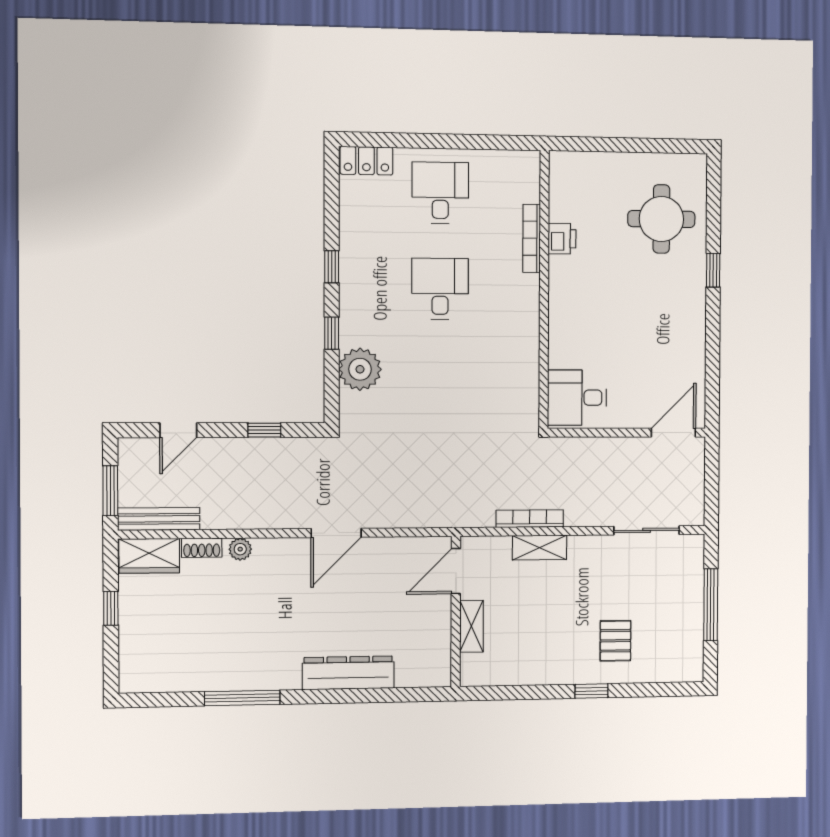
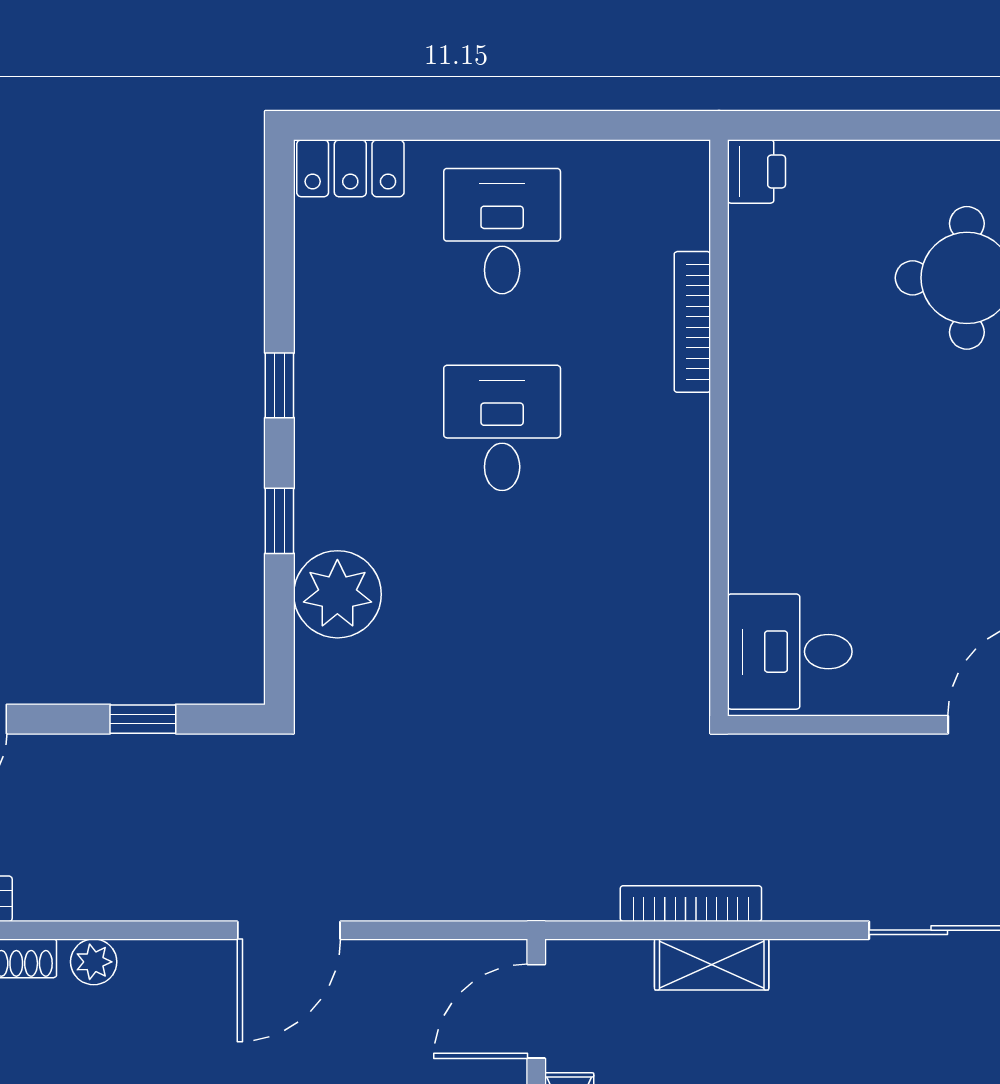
printer: (562, 239) -> (756, 172), moved

